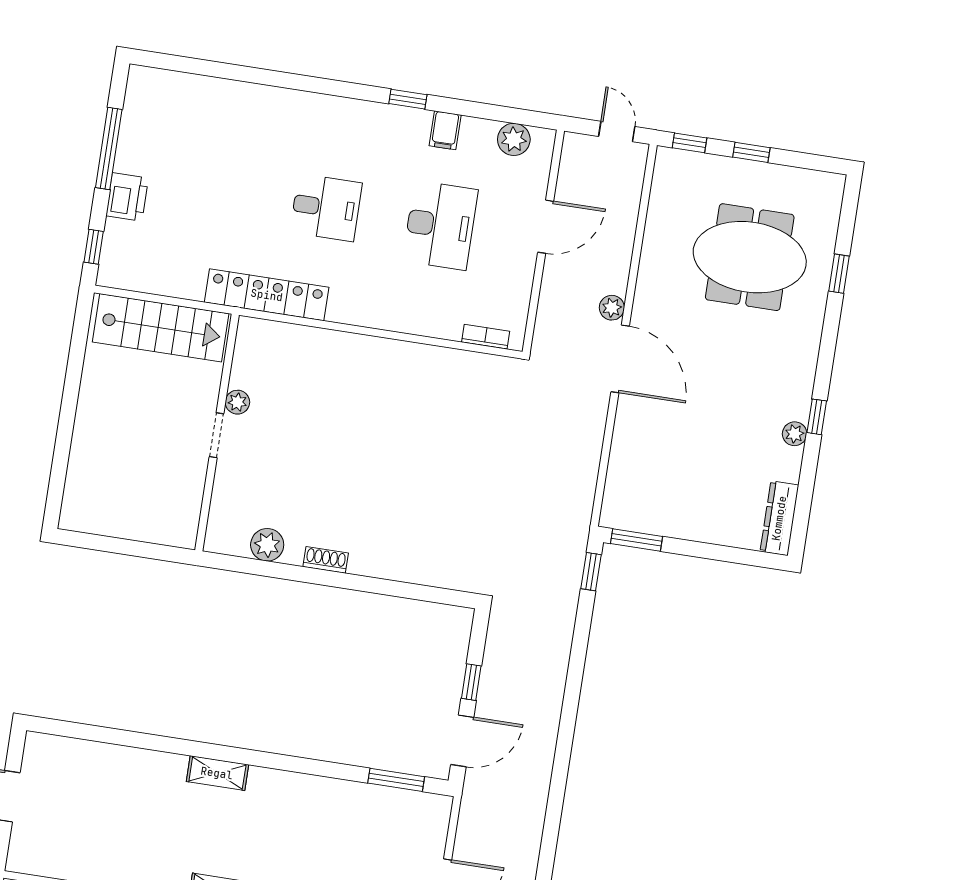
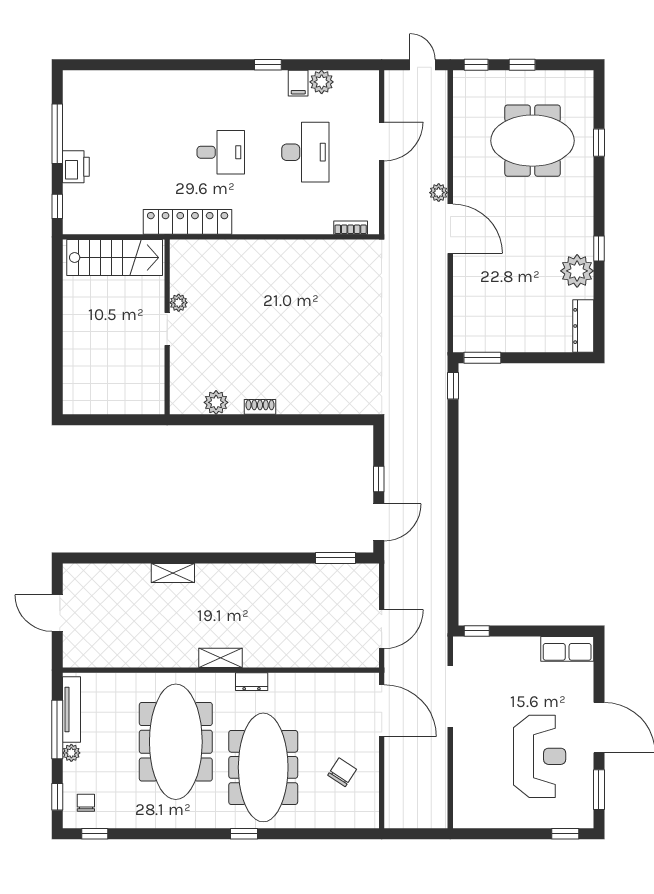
plant: (514, 139) -> (322, 82), moved
plant: (795, 434) -> (577, 271), width x1.88, depth x1.88
shelving: (217, 773) -> (173, 573), moved

